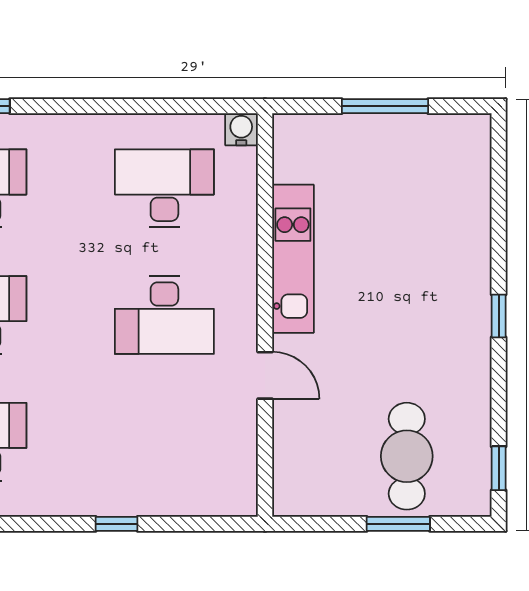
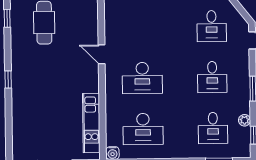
kitchen unit: (293, 259) -> (91, 123), moved
desk: (164, 315) -> (142, 78), turned 180

